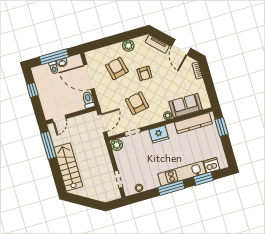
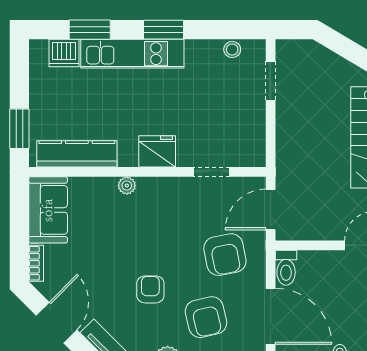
armchair: (137, 103) -> (225, 255), moved
sofa: (186, 106) -> (48, 210), moved, turned -90
plant: (117, 145) -> (253, 155), removed
window: (171, 188) -> (164, 30), width x0.69

